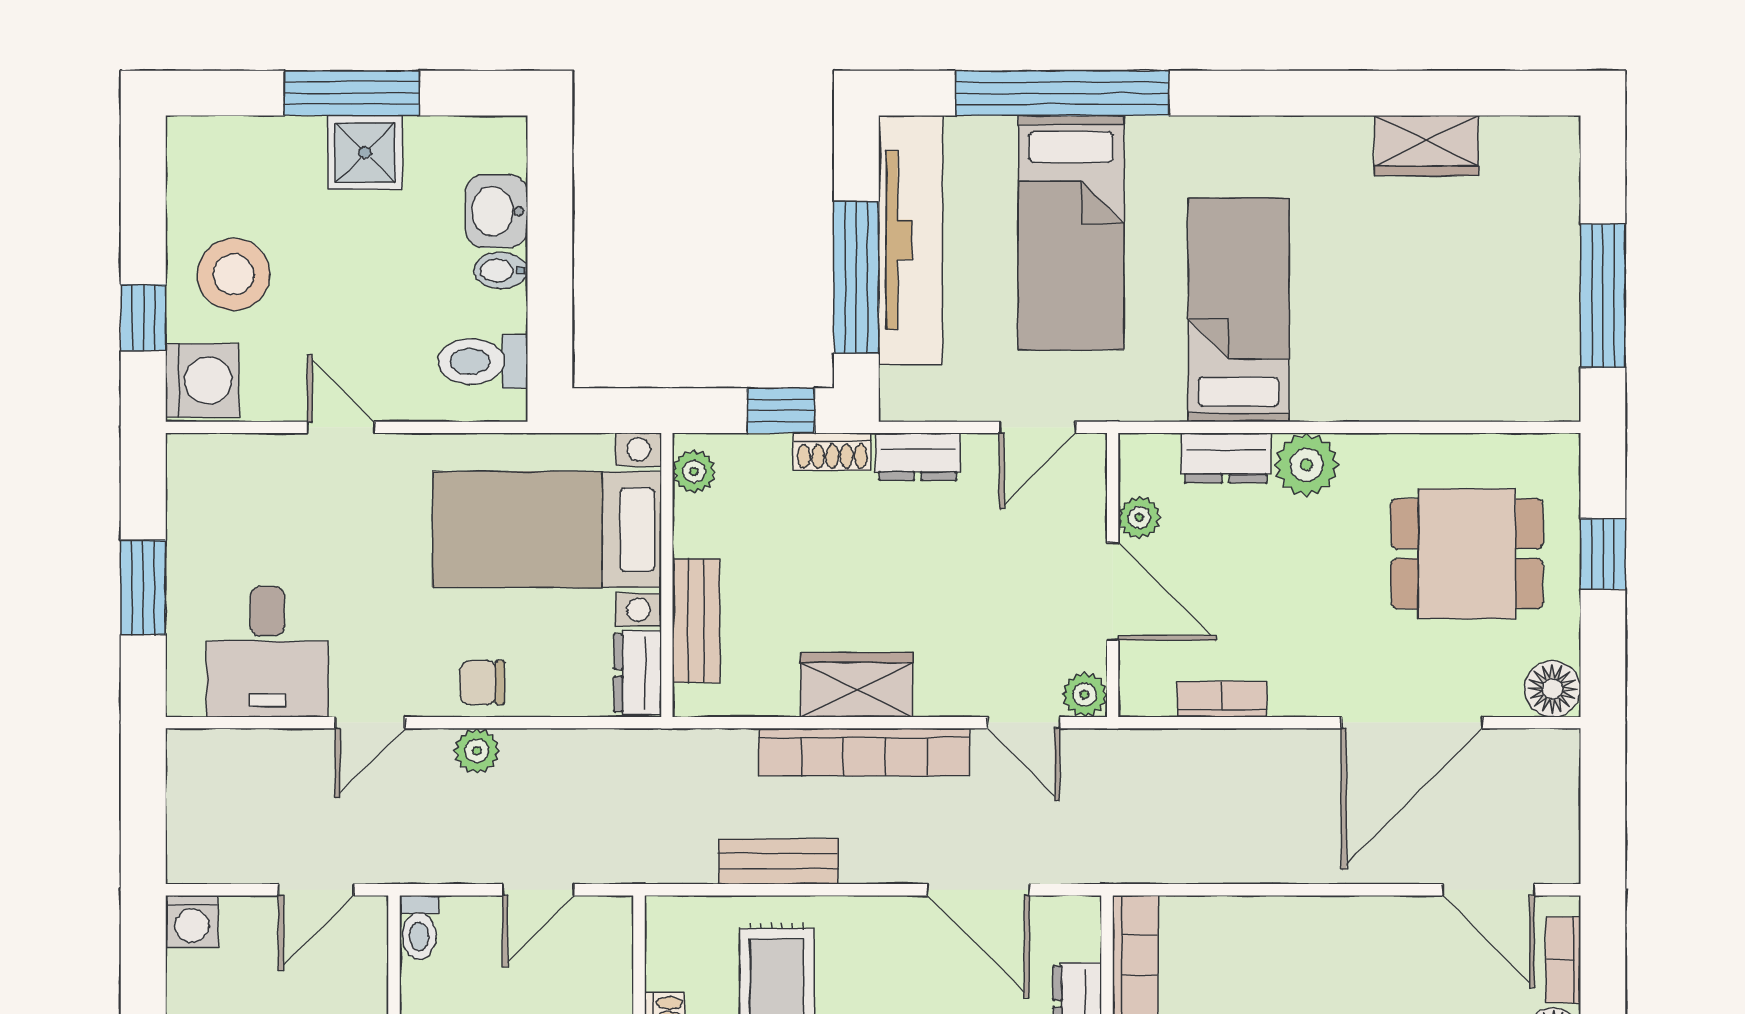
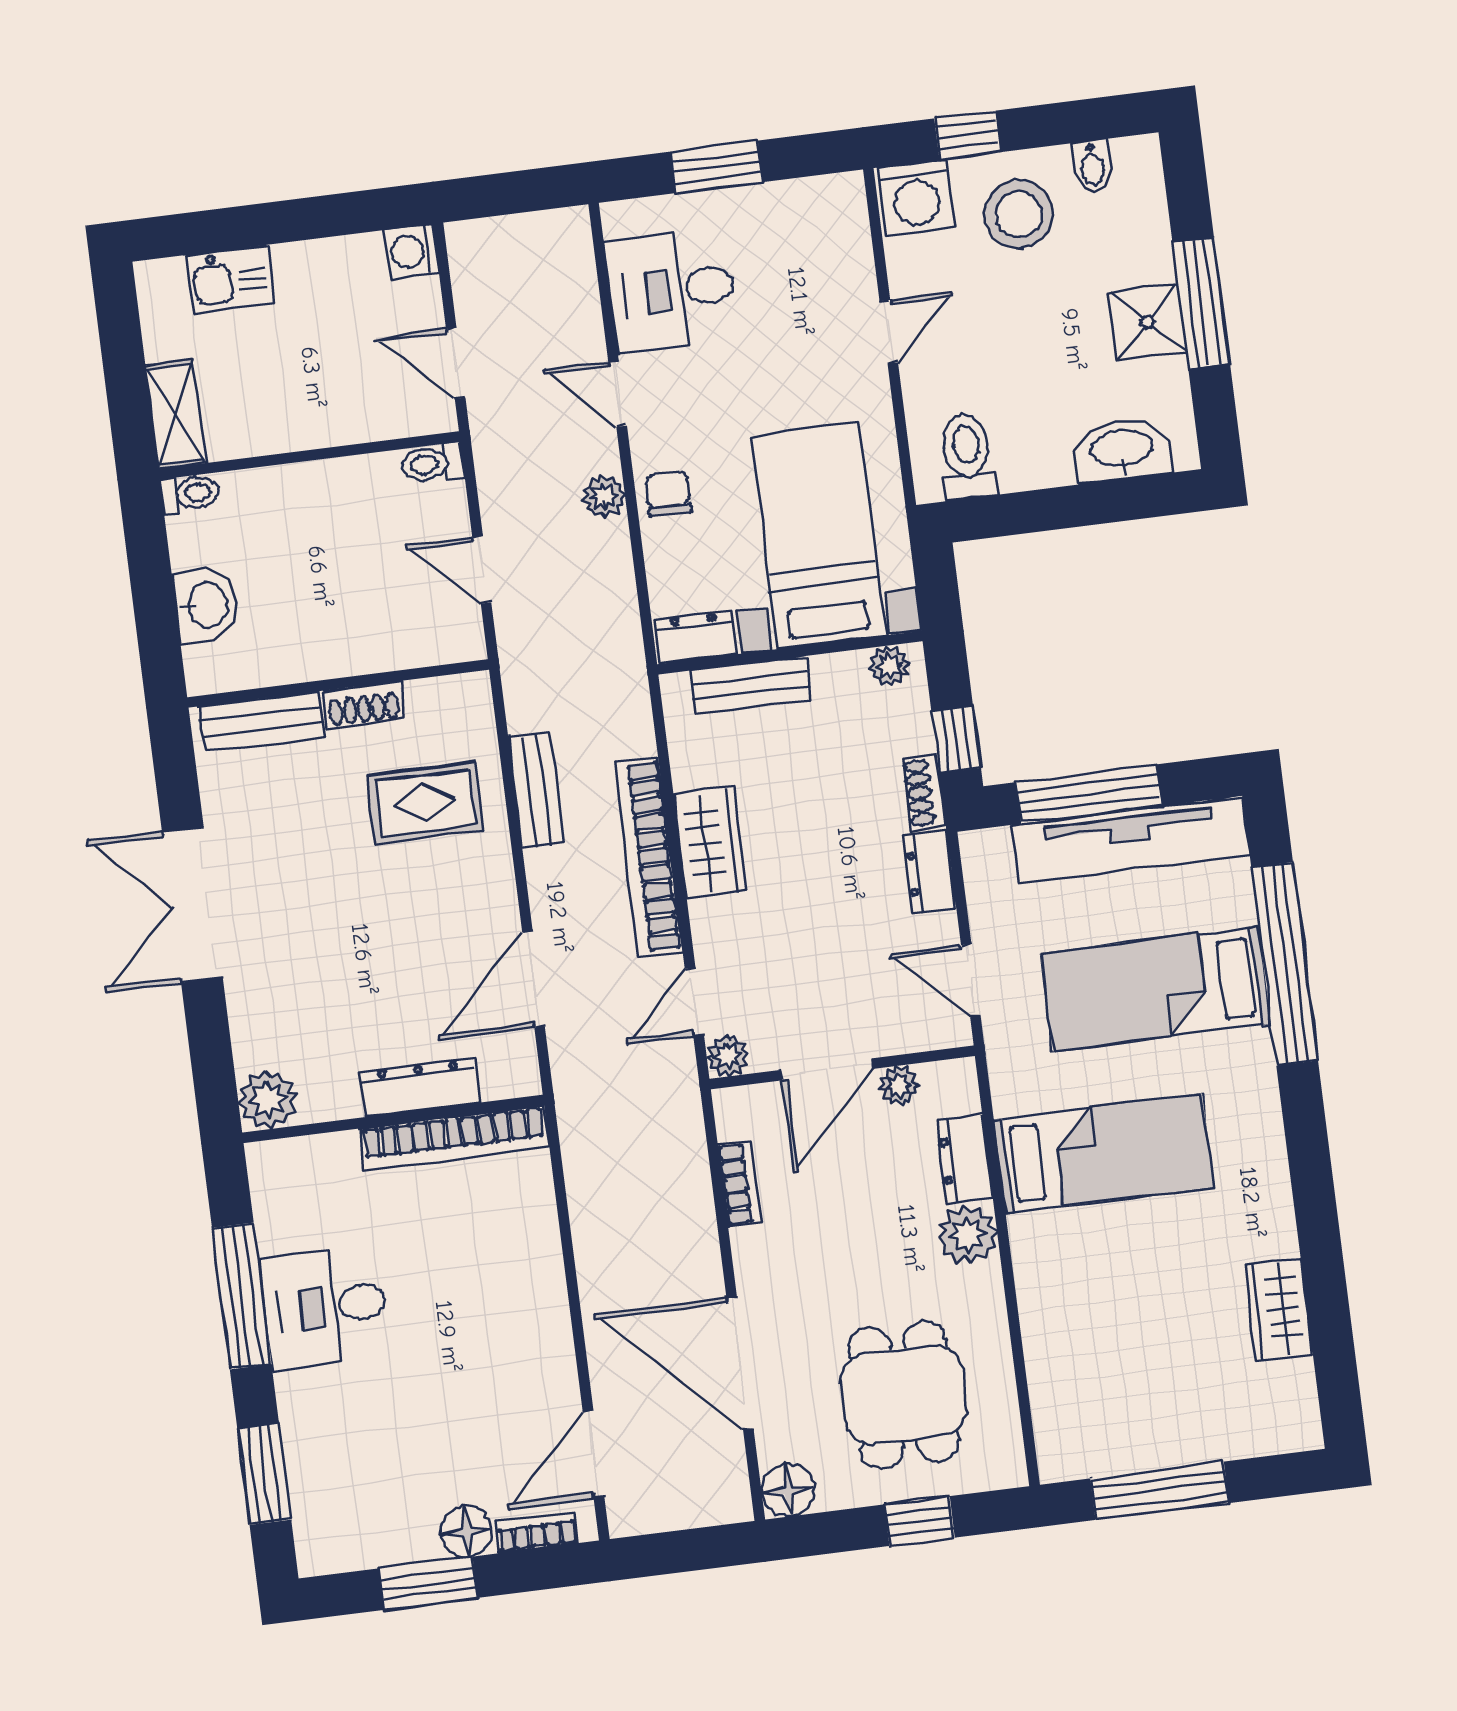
washbasin: (497, 211) -> (1122, 450), width x1.38
bidet: (501, 271) -> (1092, 166), moved, turned 180

